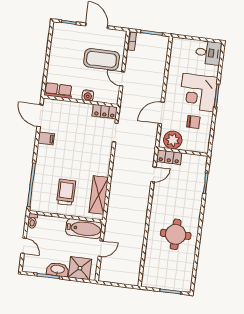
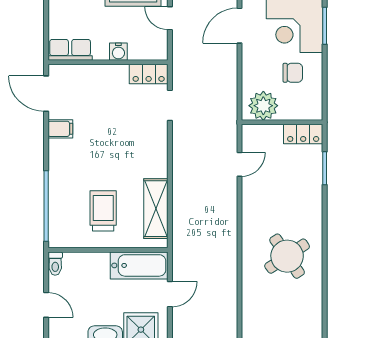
door: (161, 113) -> (240, 26), moved
locker: (169, 157) -> (303, 134), moved
round table: (176, 234) -> (287, 256), turned -34

